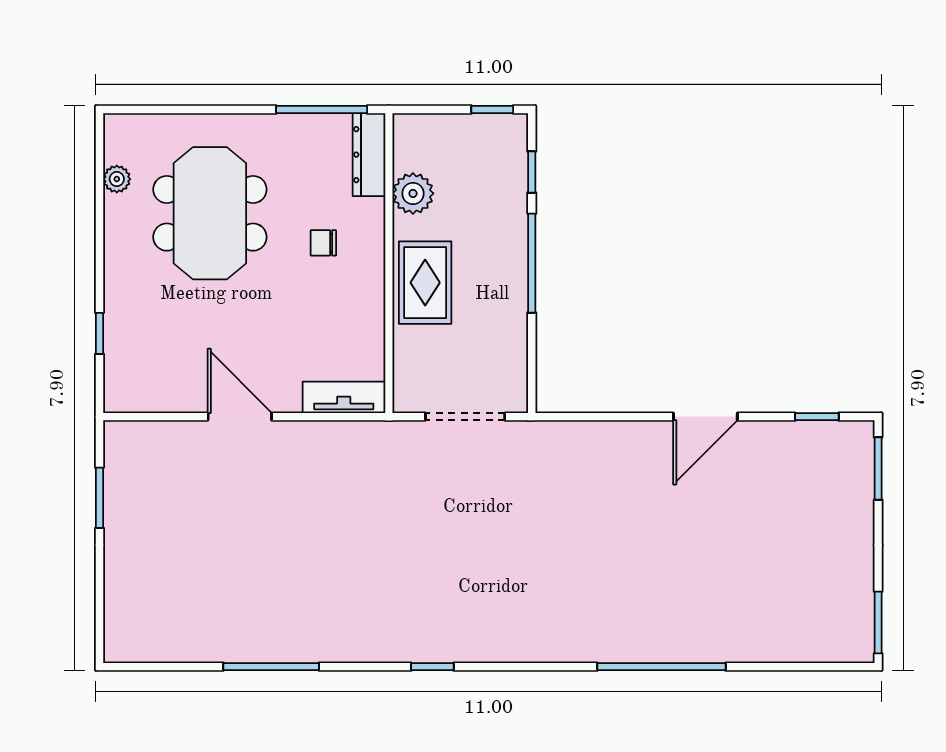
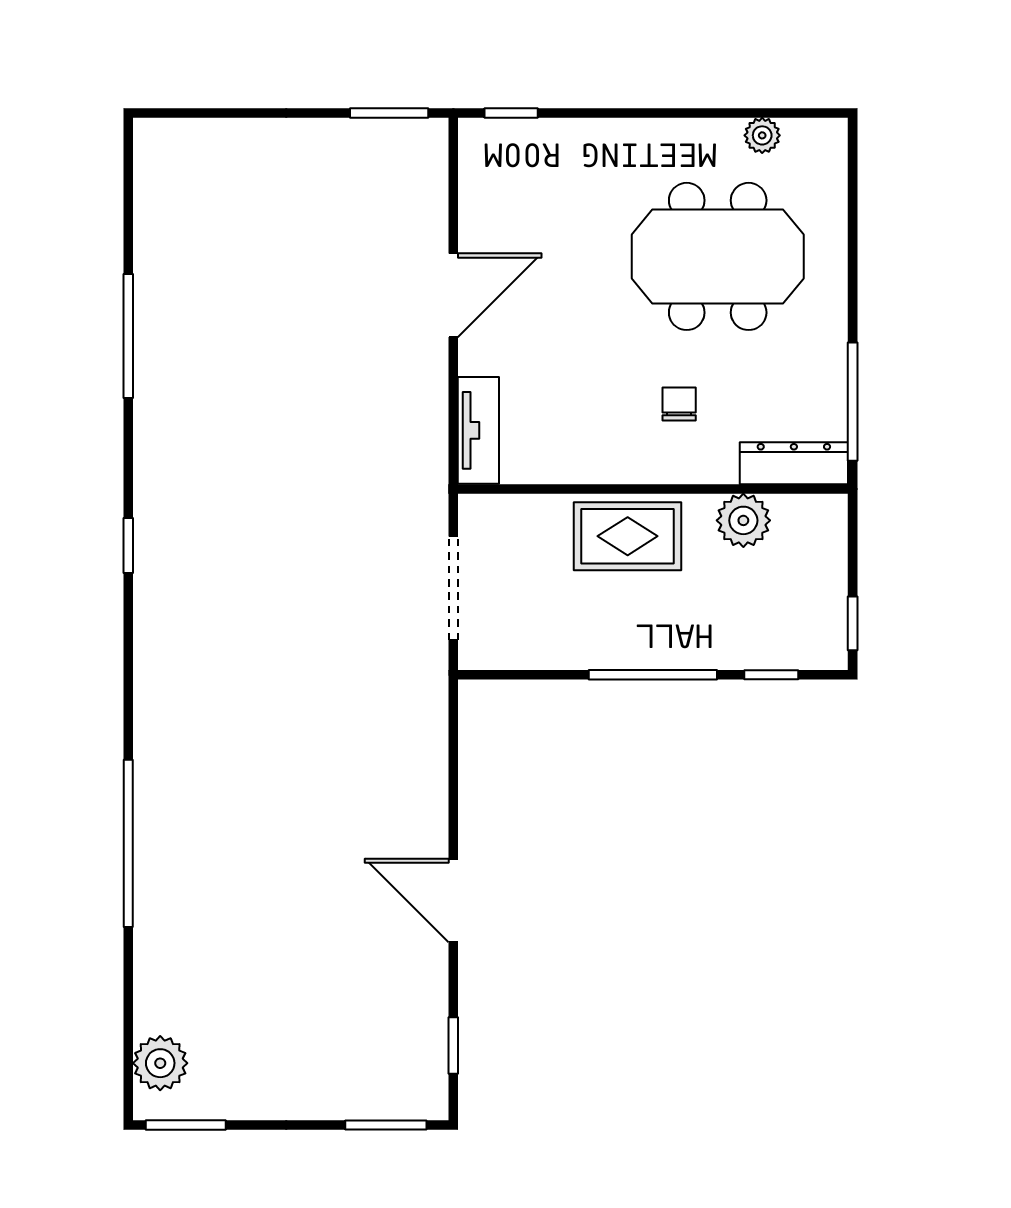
window: (100, 333) -> (511, 113), moved
window: (100, 498) -> (389, 113), moved
plant: (831, 642) -> (160, 1063), added

